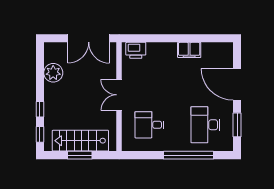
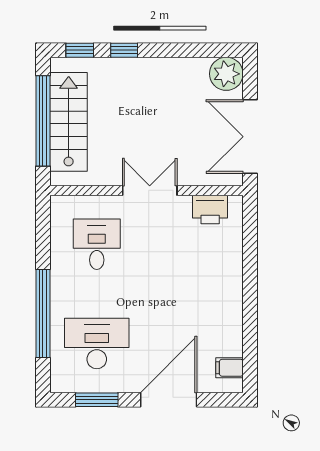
printer: (136, 50) -> (210, 209), moved, turned -90
filing cabinet: (189, 50) -> (229, 368), moved, width x0.50
plant: (53, 73) -> (226, 74), moved
window: (80, 155) -> (43, 121), width x2.11

